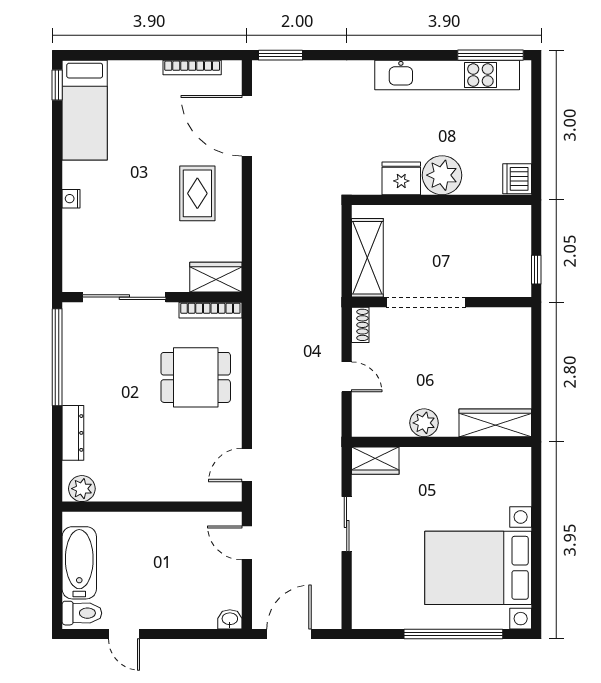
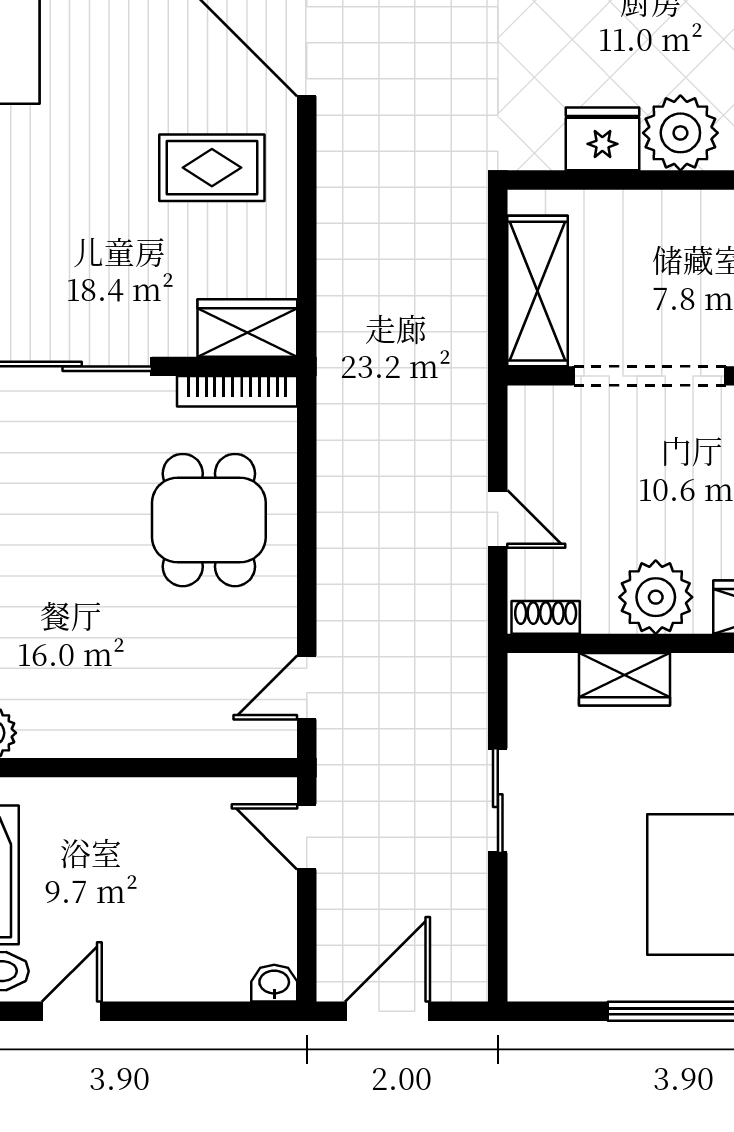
rug: (197, 193) -> (212, 168), turned 90
shoe rack: (360, 325) -> (546, 617), moved, turned -90
dining table: (196, 377) -> (209, 520), turned 90
plant: (424, 423) -> (656, 597), width x1.36, depth x1.36
wardrobe: (375, 461) -> (625, 679), moved
door: (124, 634) -> (72, 1011), swing flipped

